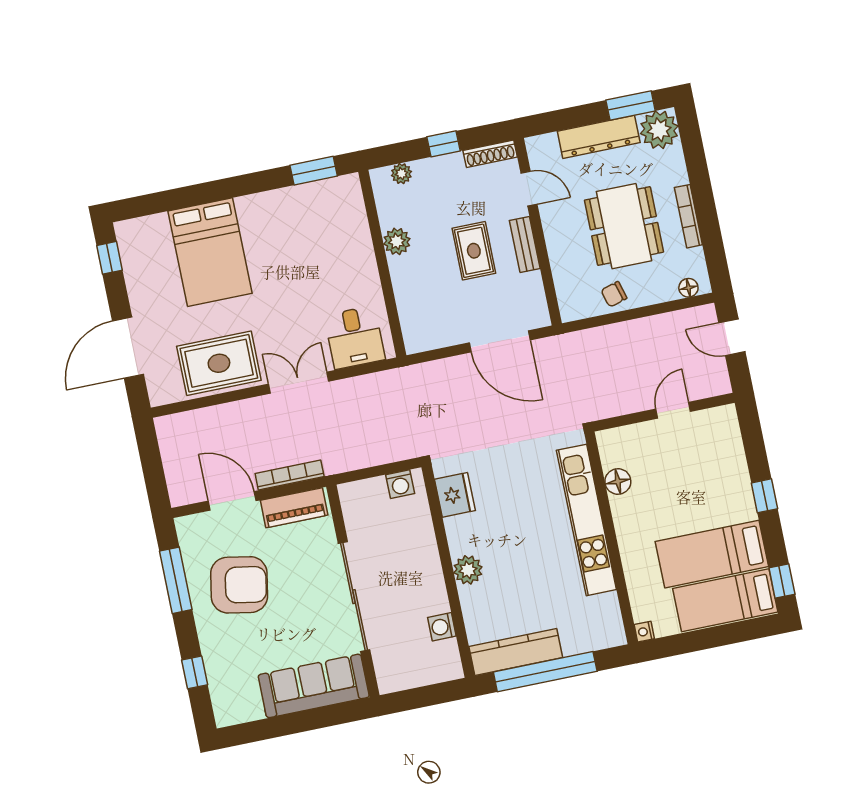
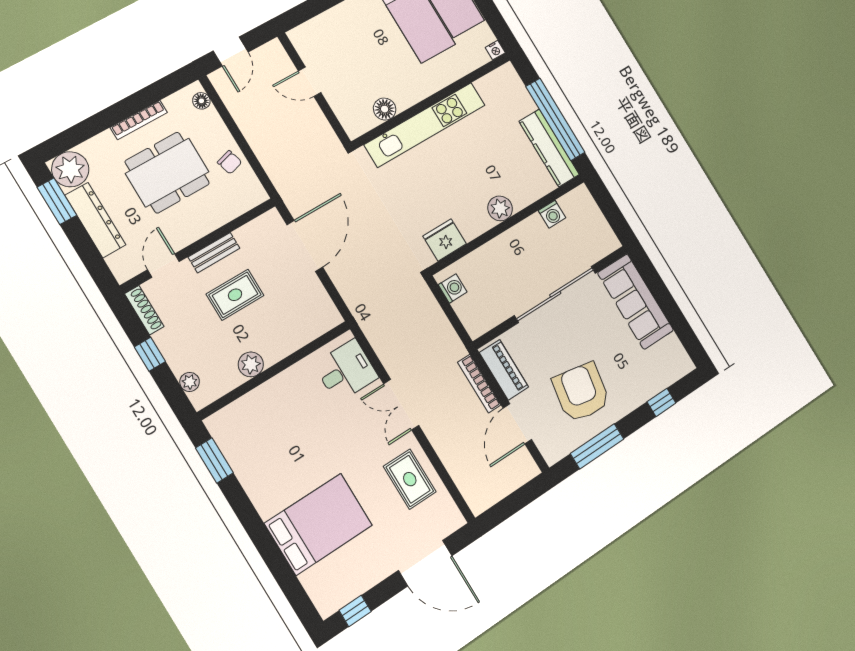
rug: (219, 363) -> (410, 479), width x0.73, depth x0.70

